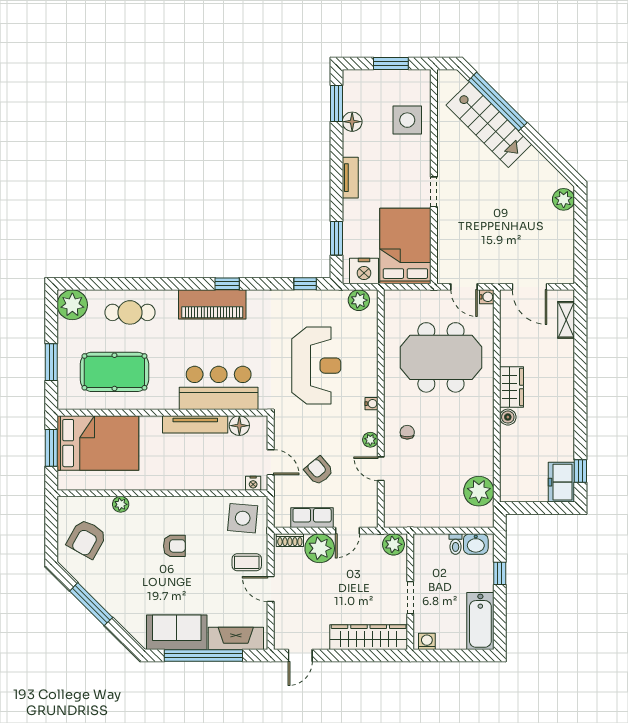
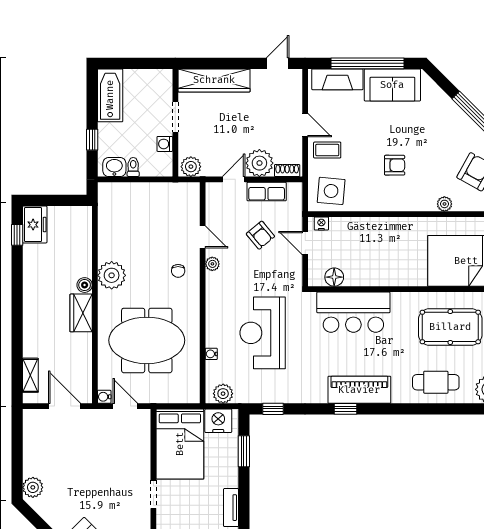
water cooler: (372, 404) -> (211, 354), moved
tv unit: (195, 424) -> (375, 278), removed
plant: (479, 491) -> (112, 275), moved
armchair: (174, 546) -> (395, 165), turned 180
washing machine: (427, 641) -> (165, 144), moved, turned 90

